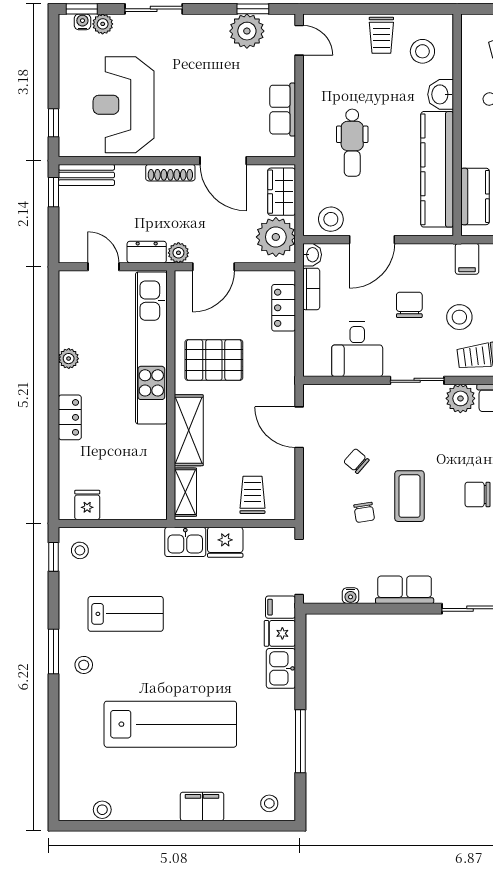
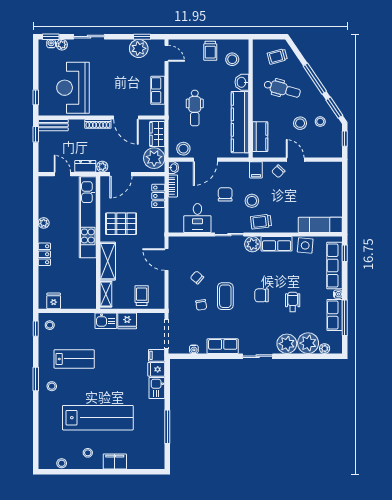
stool: (269, 803) -> (88, 453), moved

